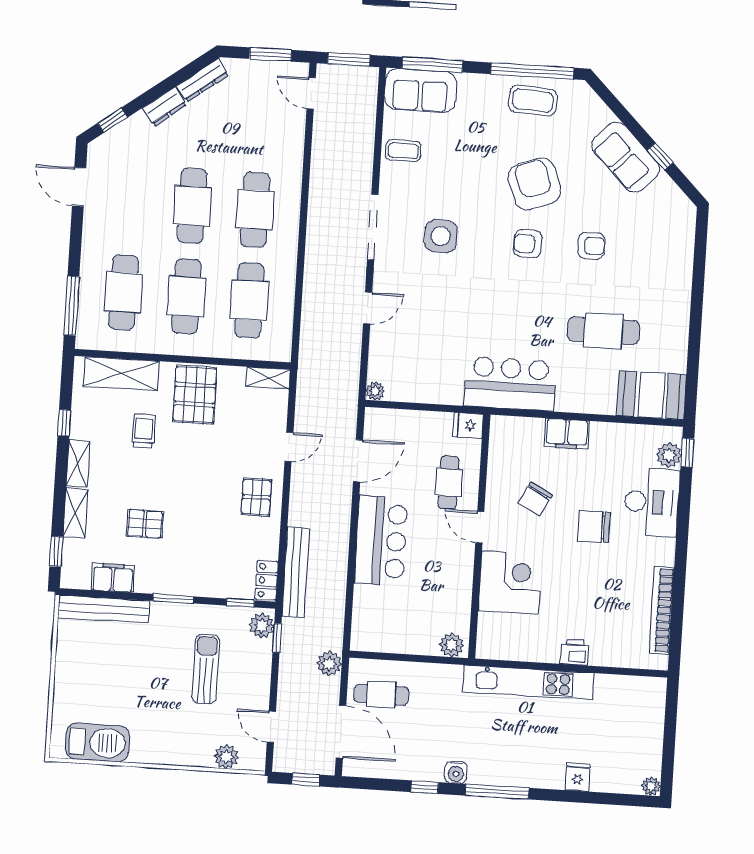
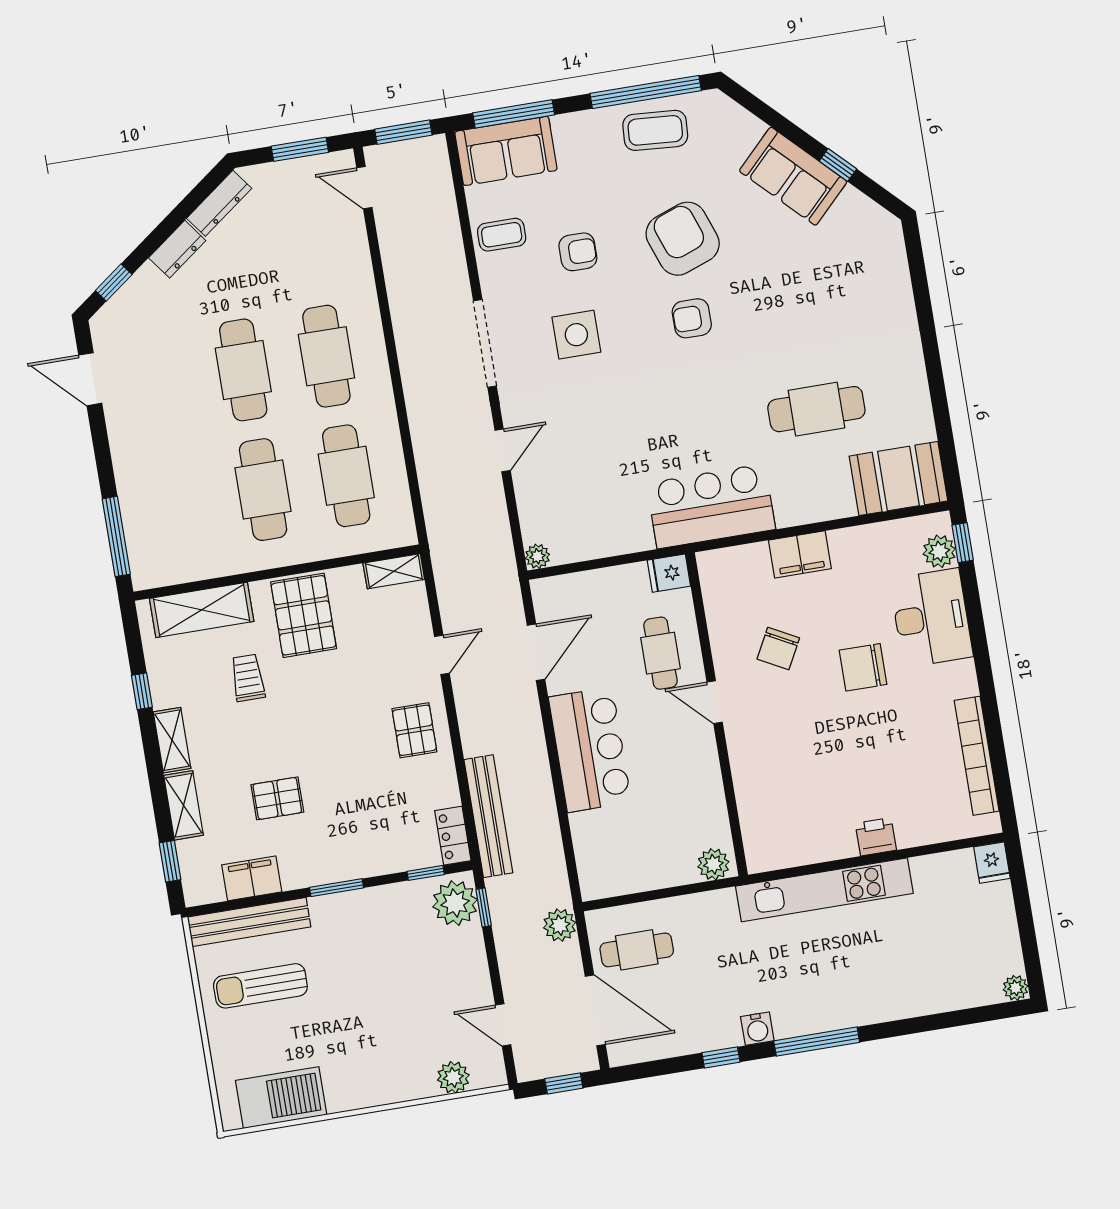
armchair: (591, 246) -> (578, 252), moved
cafe table: (123, 292) -> (180, 503), removed
corner desk: (510, 583) -> (771, 766), removed
plant: (262, 626) -> (455, 903), width x1.36, depth x1.36
sun lounger: (206, 669) -> (260, 986), moved, turned -90
fridge: (578, 777) -> (992, 863), moved, turned 180

